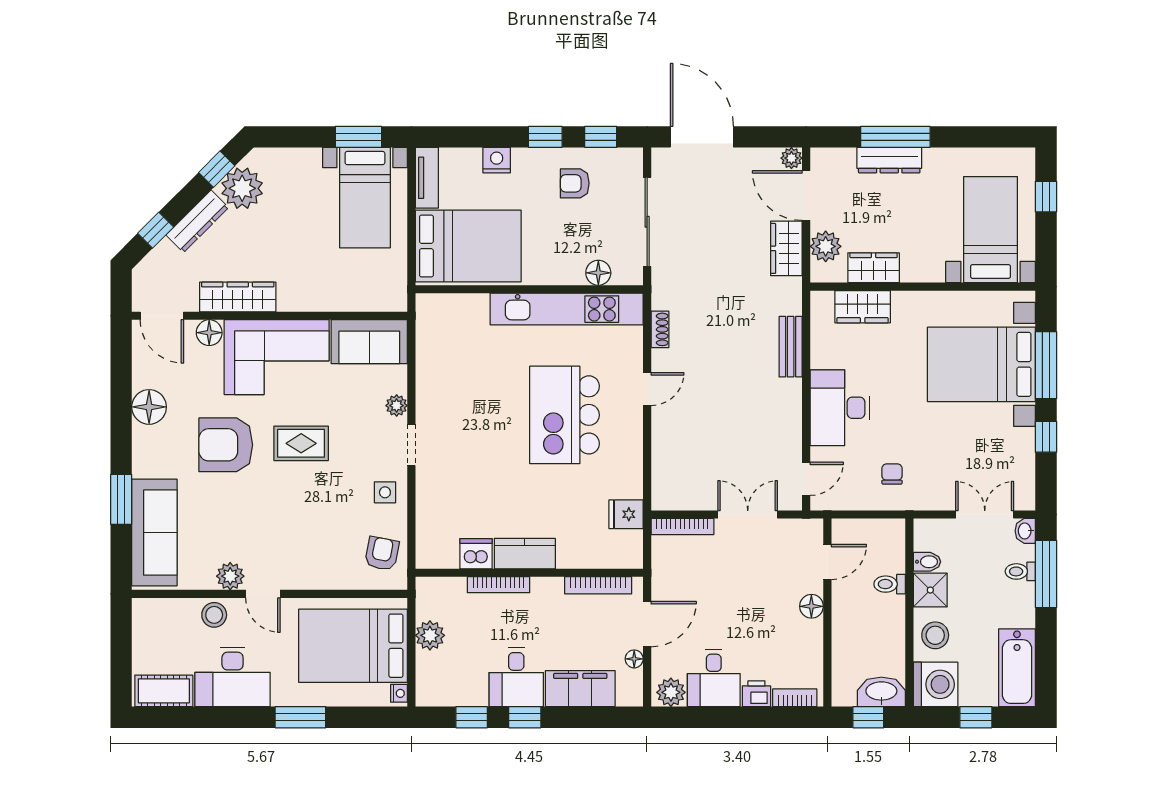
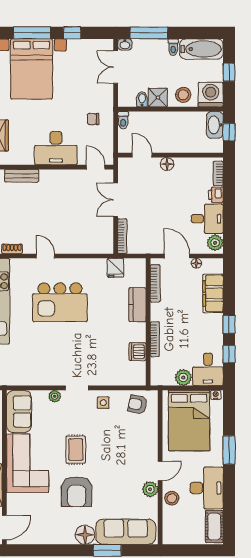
floor lamp: (209, 333) -> (14, 501), removed
floor lamp: (149, 407) -> (85, 535), moved
kitchen counter: (525, 554) -> (137, 305), moved
toilet: (1020, 571) -> (173, 47), moved
toilet: (890, 584) -> (123, 120), moved
desk: (516, 677) -> (208, 369), moved, turned 90

